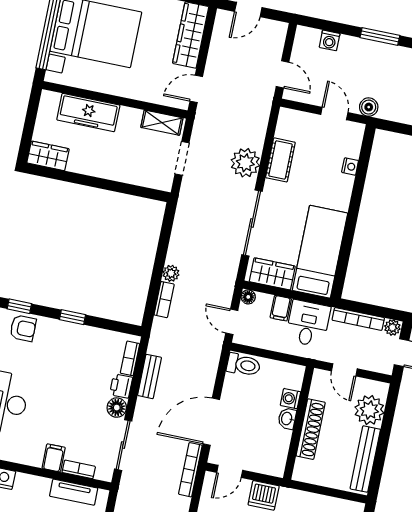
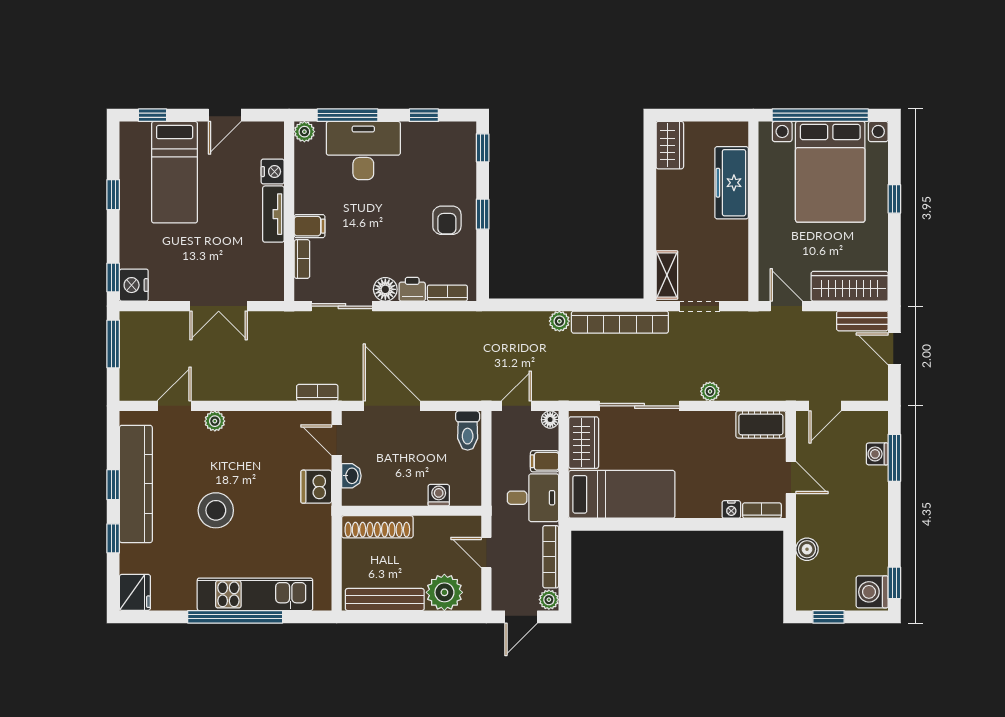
window: (380, 36) -> (894, 458), moved
boiler: (369, 107) -> (807, 549), moved
door: (334, 114) -> (791, 478), hinge flipped
shelving: (162, 123) -> (667, 275), moved
bookcase: (356, 142) -> (762, 510), added
cot: (280, 160) -> (761, 424), moved
plant: (245, 163) -> (710, 391), width x0.53, depth x0.53
bookcase: (164, 300) -> (620, 322), moved, width x2.31, depth x1.31
armchair: (23, 328) -> (447, 220), moved
door: (344, 370) -> (486, 553), hinge flipped
bench: (150, 376) -> (862, 321), moved
washbasin: (287, 419) -> (351, 476), moved, turned 90
shoe rack: (311, 429) -> (377, 527), moved
bookcase: (190, 470) -> (317, 393), width x0.64
tv unit: (74, 492) -> (273, 214), moved

